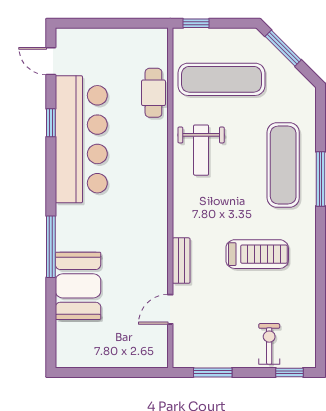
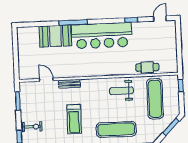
bar counter: (81, 139) -> (102, 35), moved

